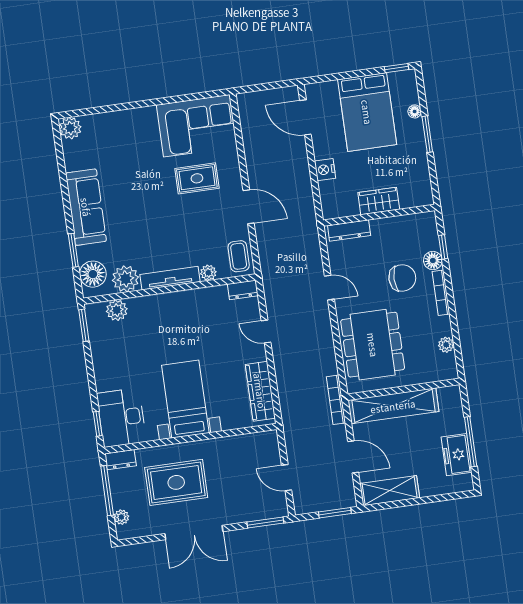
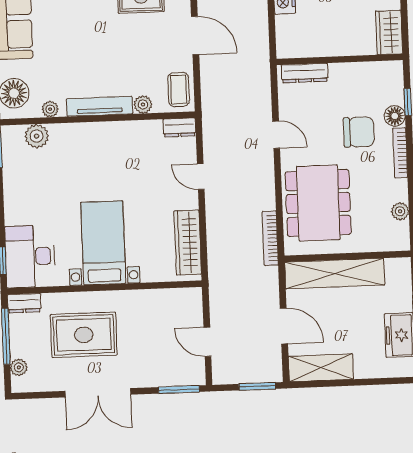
wardrobe: (379, 201) -> (389, 32), moved, turned -90
plant: (125, 279) -> (50, 109), width x0.53, depth x0.53
bookcase: (336, 400) -> (270, 238), moved

